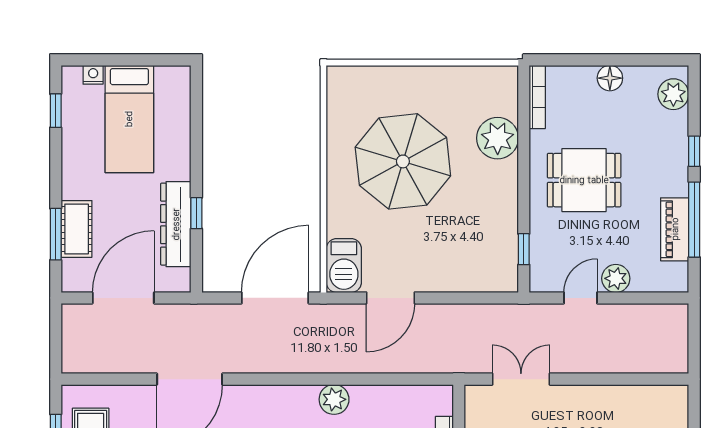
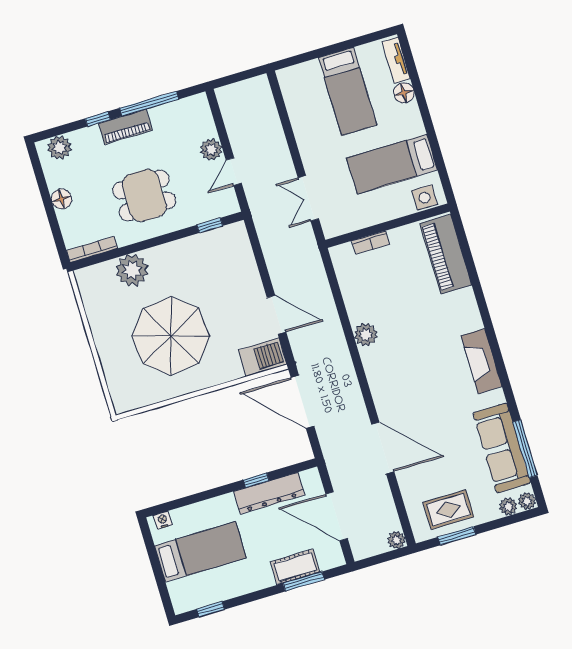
nightstand: (93, 75) -> (163, 520), moved, turned 90
dining table: (584, 180) -> (144, 195), turned 90
piano: (675, 229) -> (125, 127), moved
door: (580, 298) -> (234, 172), hinge flipped
plant: (72, 362) -> (396, 540), added

